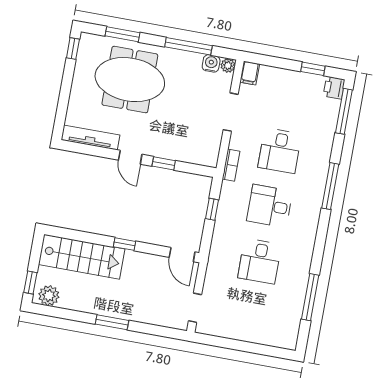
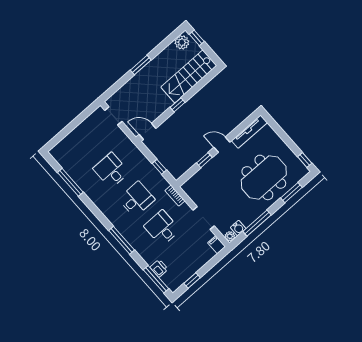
printer: (334, 88) -> (159, 268), moved

